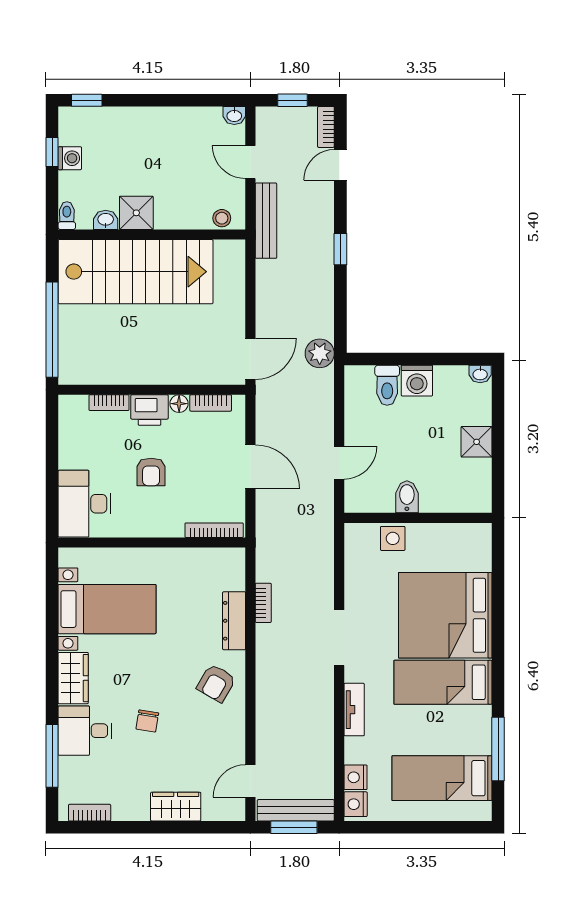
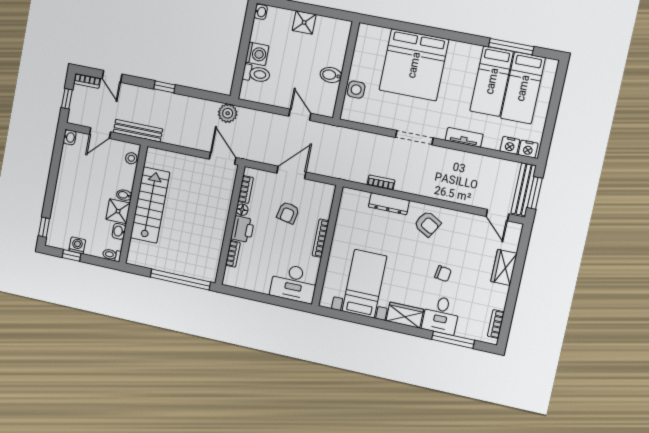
bidet: (163, 218) -> (124, 195), added
stairs: (136, 272) -> (150, 205), width x0.73, depth x0.66
armchair: (151, 472) -> (288, 213), moved, turned 101
bookcase: (214, 530) -> (321, 238), moved
bed: (443, 682) -> (492, 81), moved

